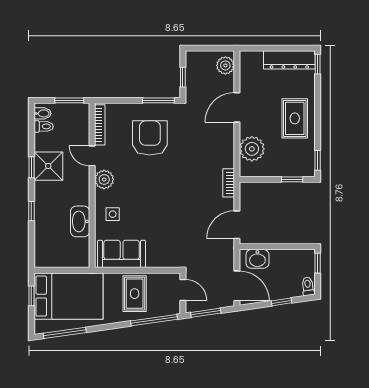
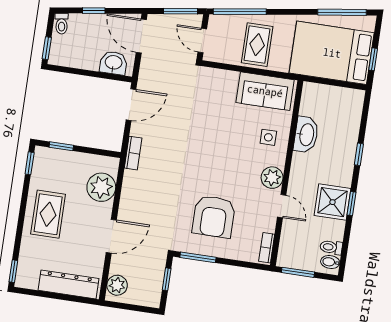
dresser: (289, 60) -> (69, 284), moved
bookcase: (100, 125) -> (267, 248), width x0.64

